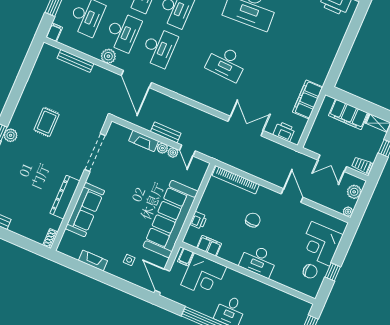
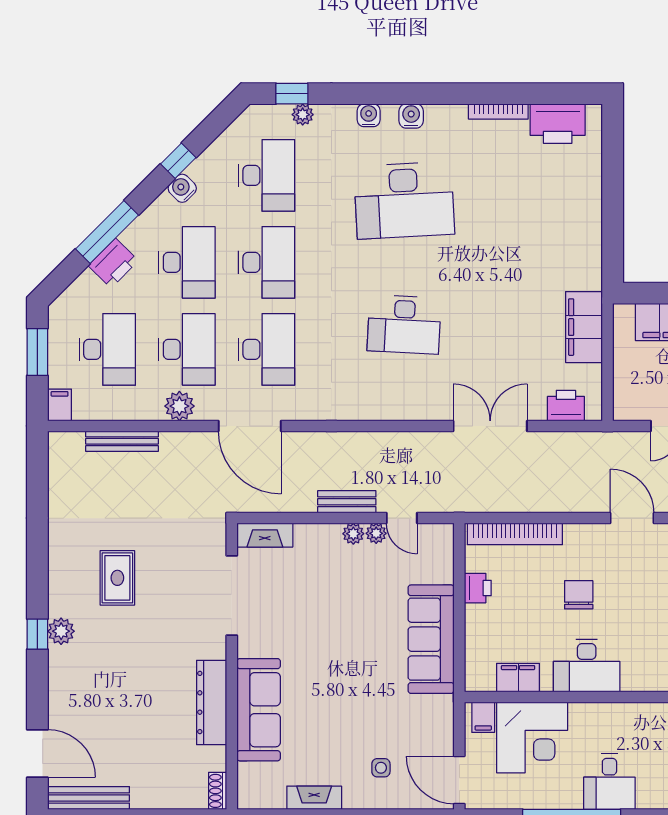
fireplace: (144, 141) -> (265, 535), moved
sofa: (170, 219) -> (431, 639), width x0.74, depth x0.79
printer: (198, 220) -> (478, 588), moved
desk: (258, 261) -> (587, 666), moved

